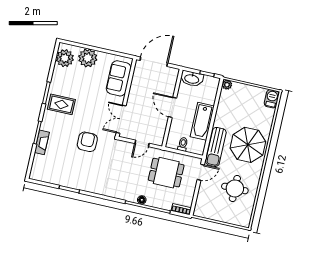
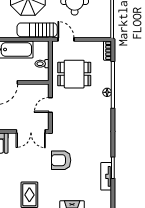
door: (142, 143) -> (50, 105), swing flipped
sun lounger: (216, 147) -> (37, 30), turned 180
dining table: (166, 173) -> (74, 74), turned 90
tv unit: (62, 181) -> (106, 176), added

